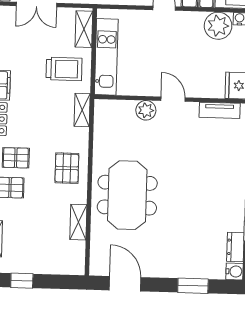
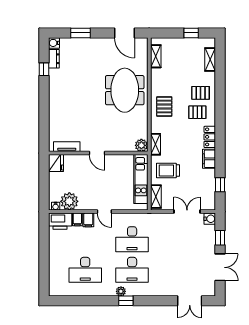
plant: (146, 110) -> (141, 145), moved
shelving: (78, 222) -> (156, 56), moved

